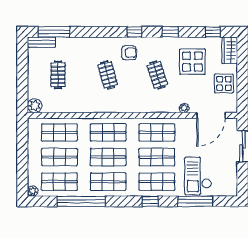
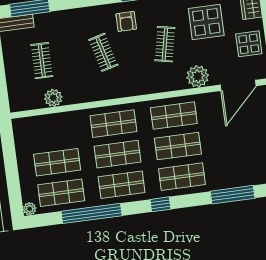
armchair: (129, 53) -> (126, 21), turned 90
clothes rail: (157, 75) -> (165, 44), turned 30
plant: (35, 106) -> (53, 98), moved
plant: (184, 108) -> (198, 76), width x1.87, depth x1.87
shop shelf: (59, 132) -> (53, 132), removed
checkout: (198, 176) -> (232, 163), removed
window: (150, 201) -> (160, 204), moved

